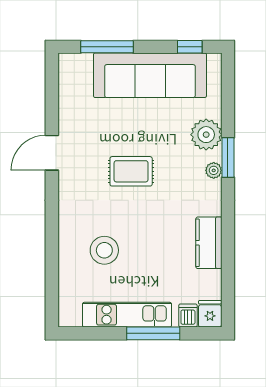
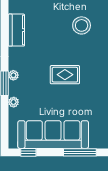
plant: (206, 135) -> (14, 102), width x0.53, depth x0.53

